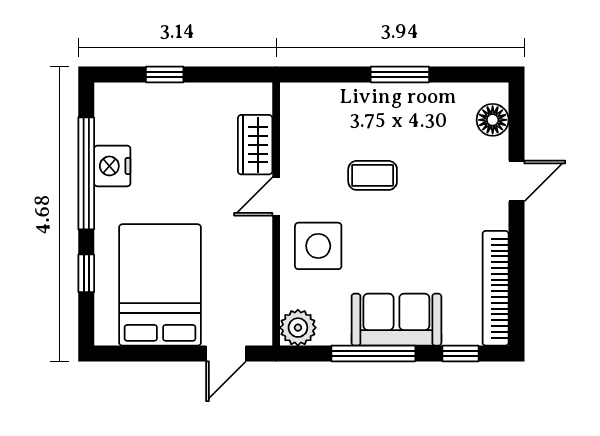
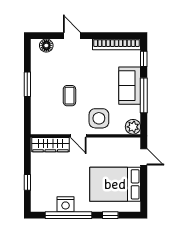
wardrobe: (255, 145) -> (50, 145), width x1.50

